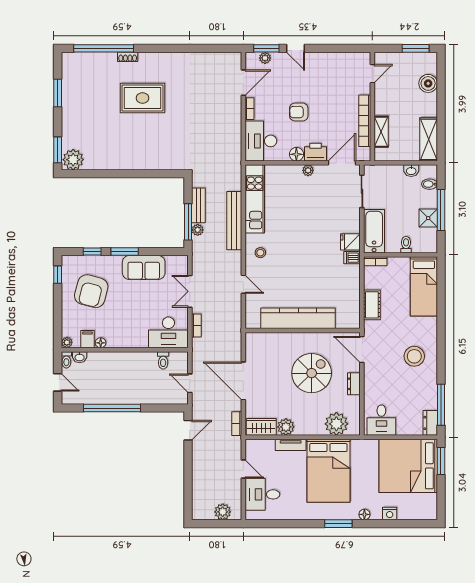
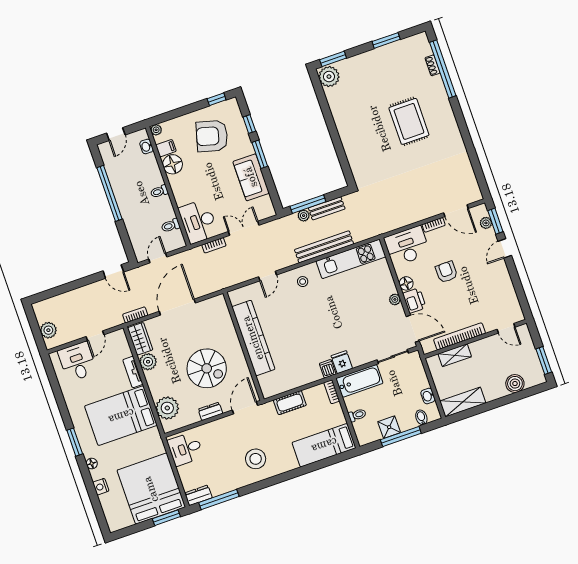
shoe rack: (128, 57) -> (433, 65), moved
floor lamp: (101, 343) -> (173, 164), width x1.89, depth x1.89
toilet: (66, 360) -> (159, 191), moved

